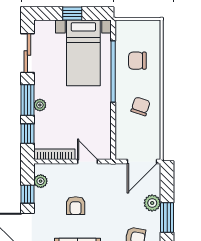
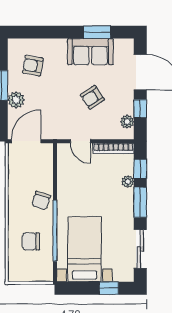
window: (72, 14) -> (109, 288), moved
chair: (137, 61) -> (31, 241), turned 180
plant: (40, 105) -> (128, 182), moved
chair: (141, 106) -> (41, 200), moved
armchair: (76, 206) -> (92, 97), turned -124

